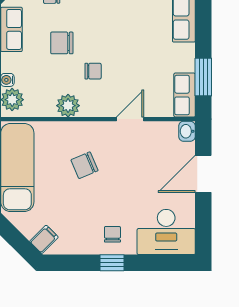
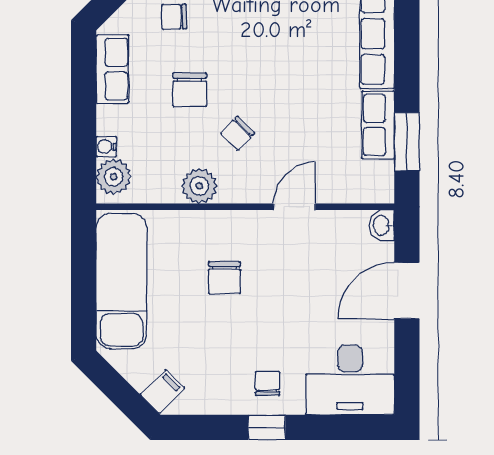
chair: (62, 43) -> (190, 90), turned -90
chair: (93, 71) -> (238, 133), turned 134
row of seats: (185, 95) -> (378, 125), moved
chair: (84, 165) -> (224, 278), turned -67

